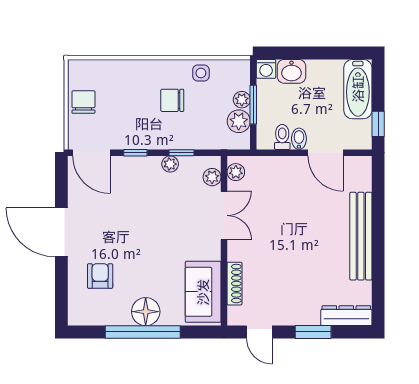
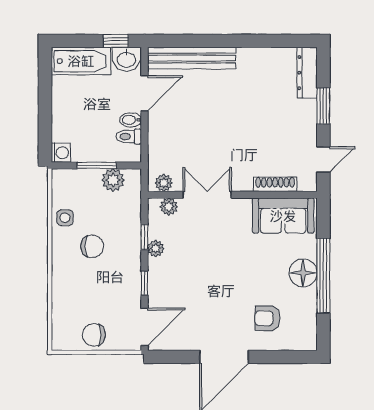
washbasin: (291, 71) -> (126, 59), moved, turned 90
chair: (172, 100) -> (92, 246), turned -90
plant: (242, 100) -> (92, 177), removed
bench: (361, 236) -> (192, 58), moved

